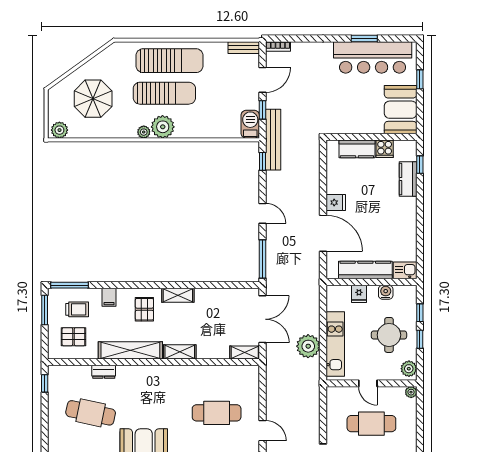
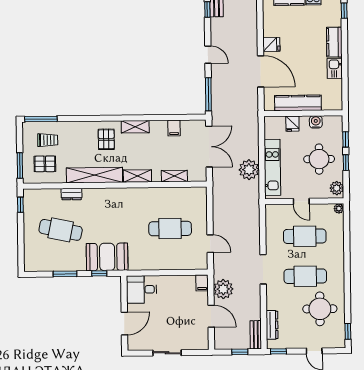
kitchen counter: (408, 179) -> (334, 42), moved
kitchen sink: (405, 270) -> (335, 68), moved, turned -90
filing cabinet: (109, 297) -> (174, 128), moved
window: (45, 310) -> (20, 165), moved
shelving: (245, 352) -> (174, 176), moved

